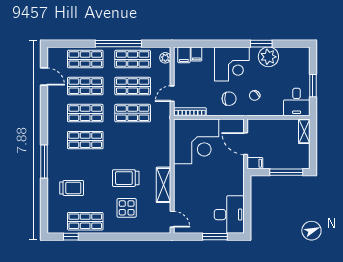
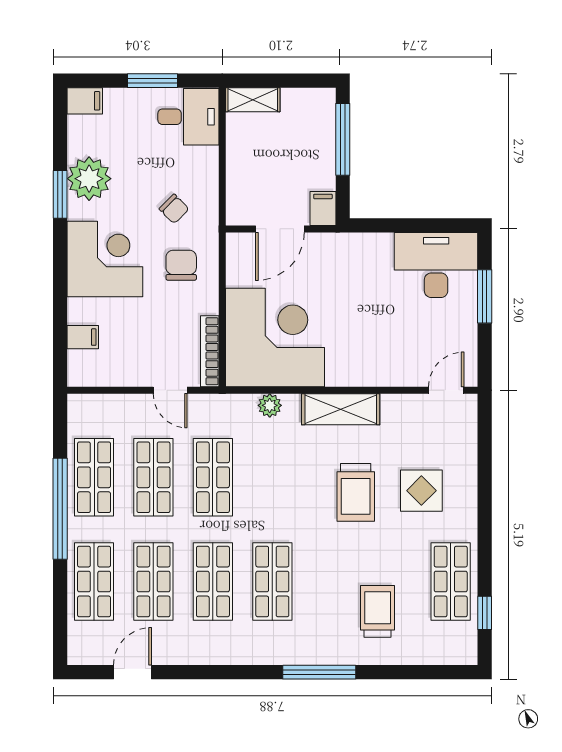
filing cabinet: (184, 55) -> (85, 101), moved
plant: (165, 58) -> (270, 405), moved
shelving: (164, 185) -> (341, 409), moved

